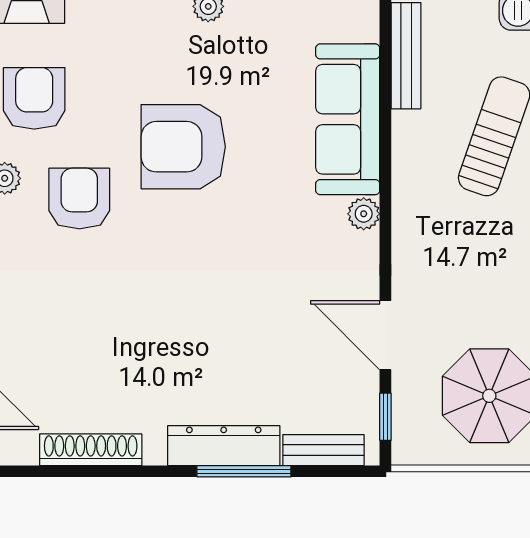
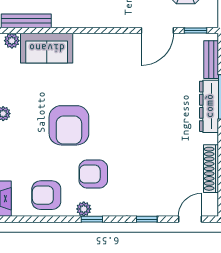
sofa: (348, 119) -> (47, 48), width x0.73
plant: (364, 214) -> (12, 41), moved

